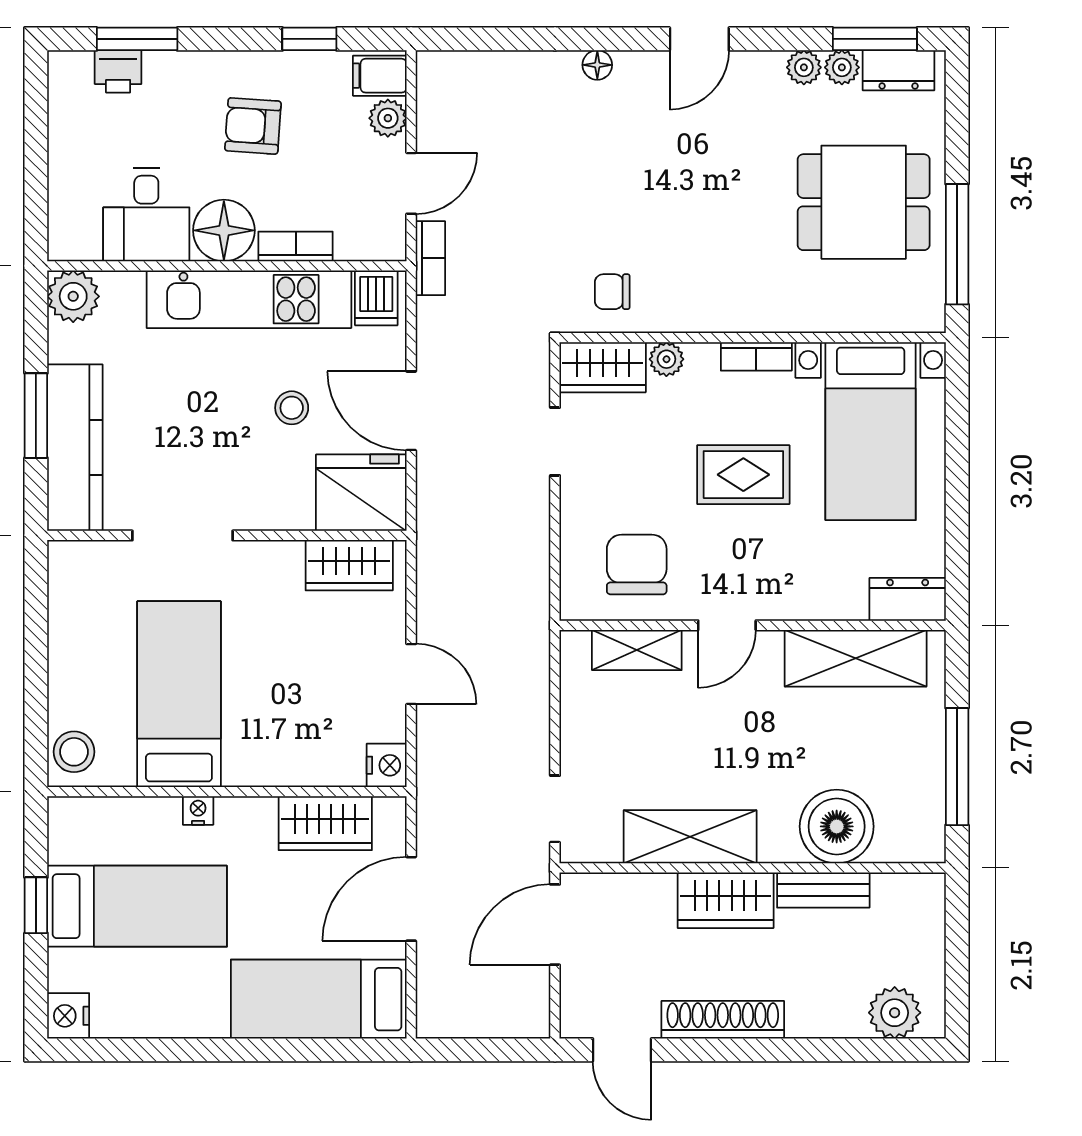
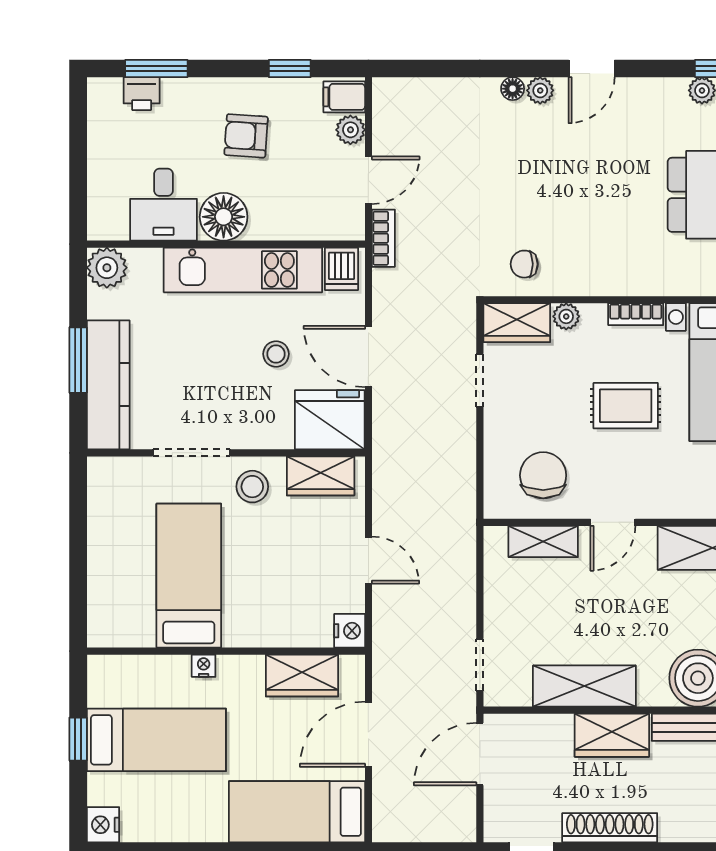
plant: (804, 67) -> (540, 90), moved
bookcase: (296, 246) -> (279, 229), removed
stool: (74, 752) -> (252, 487), moved

